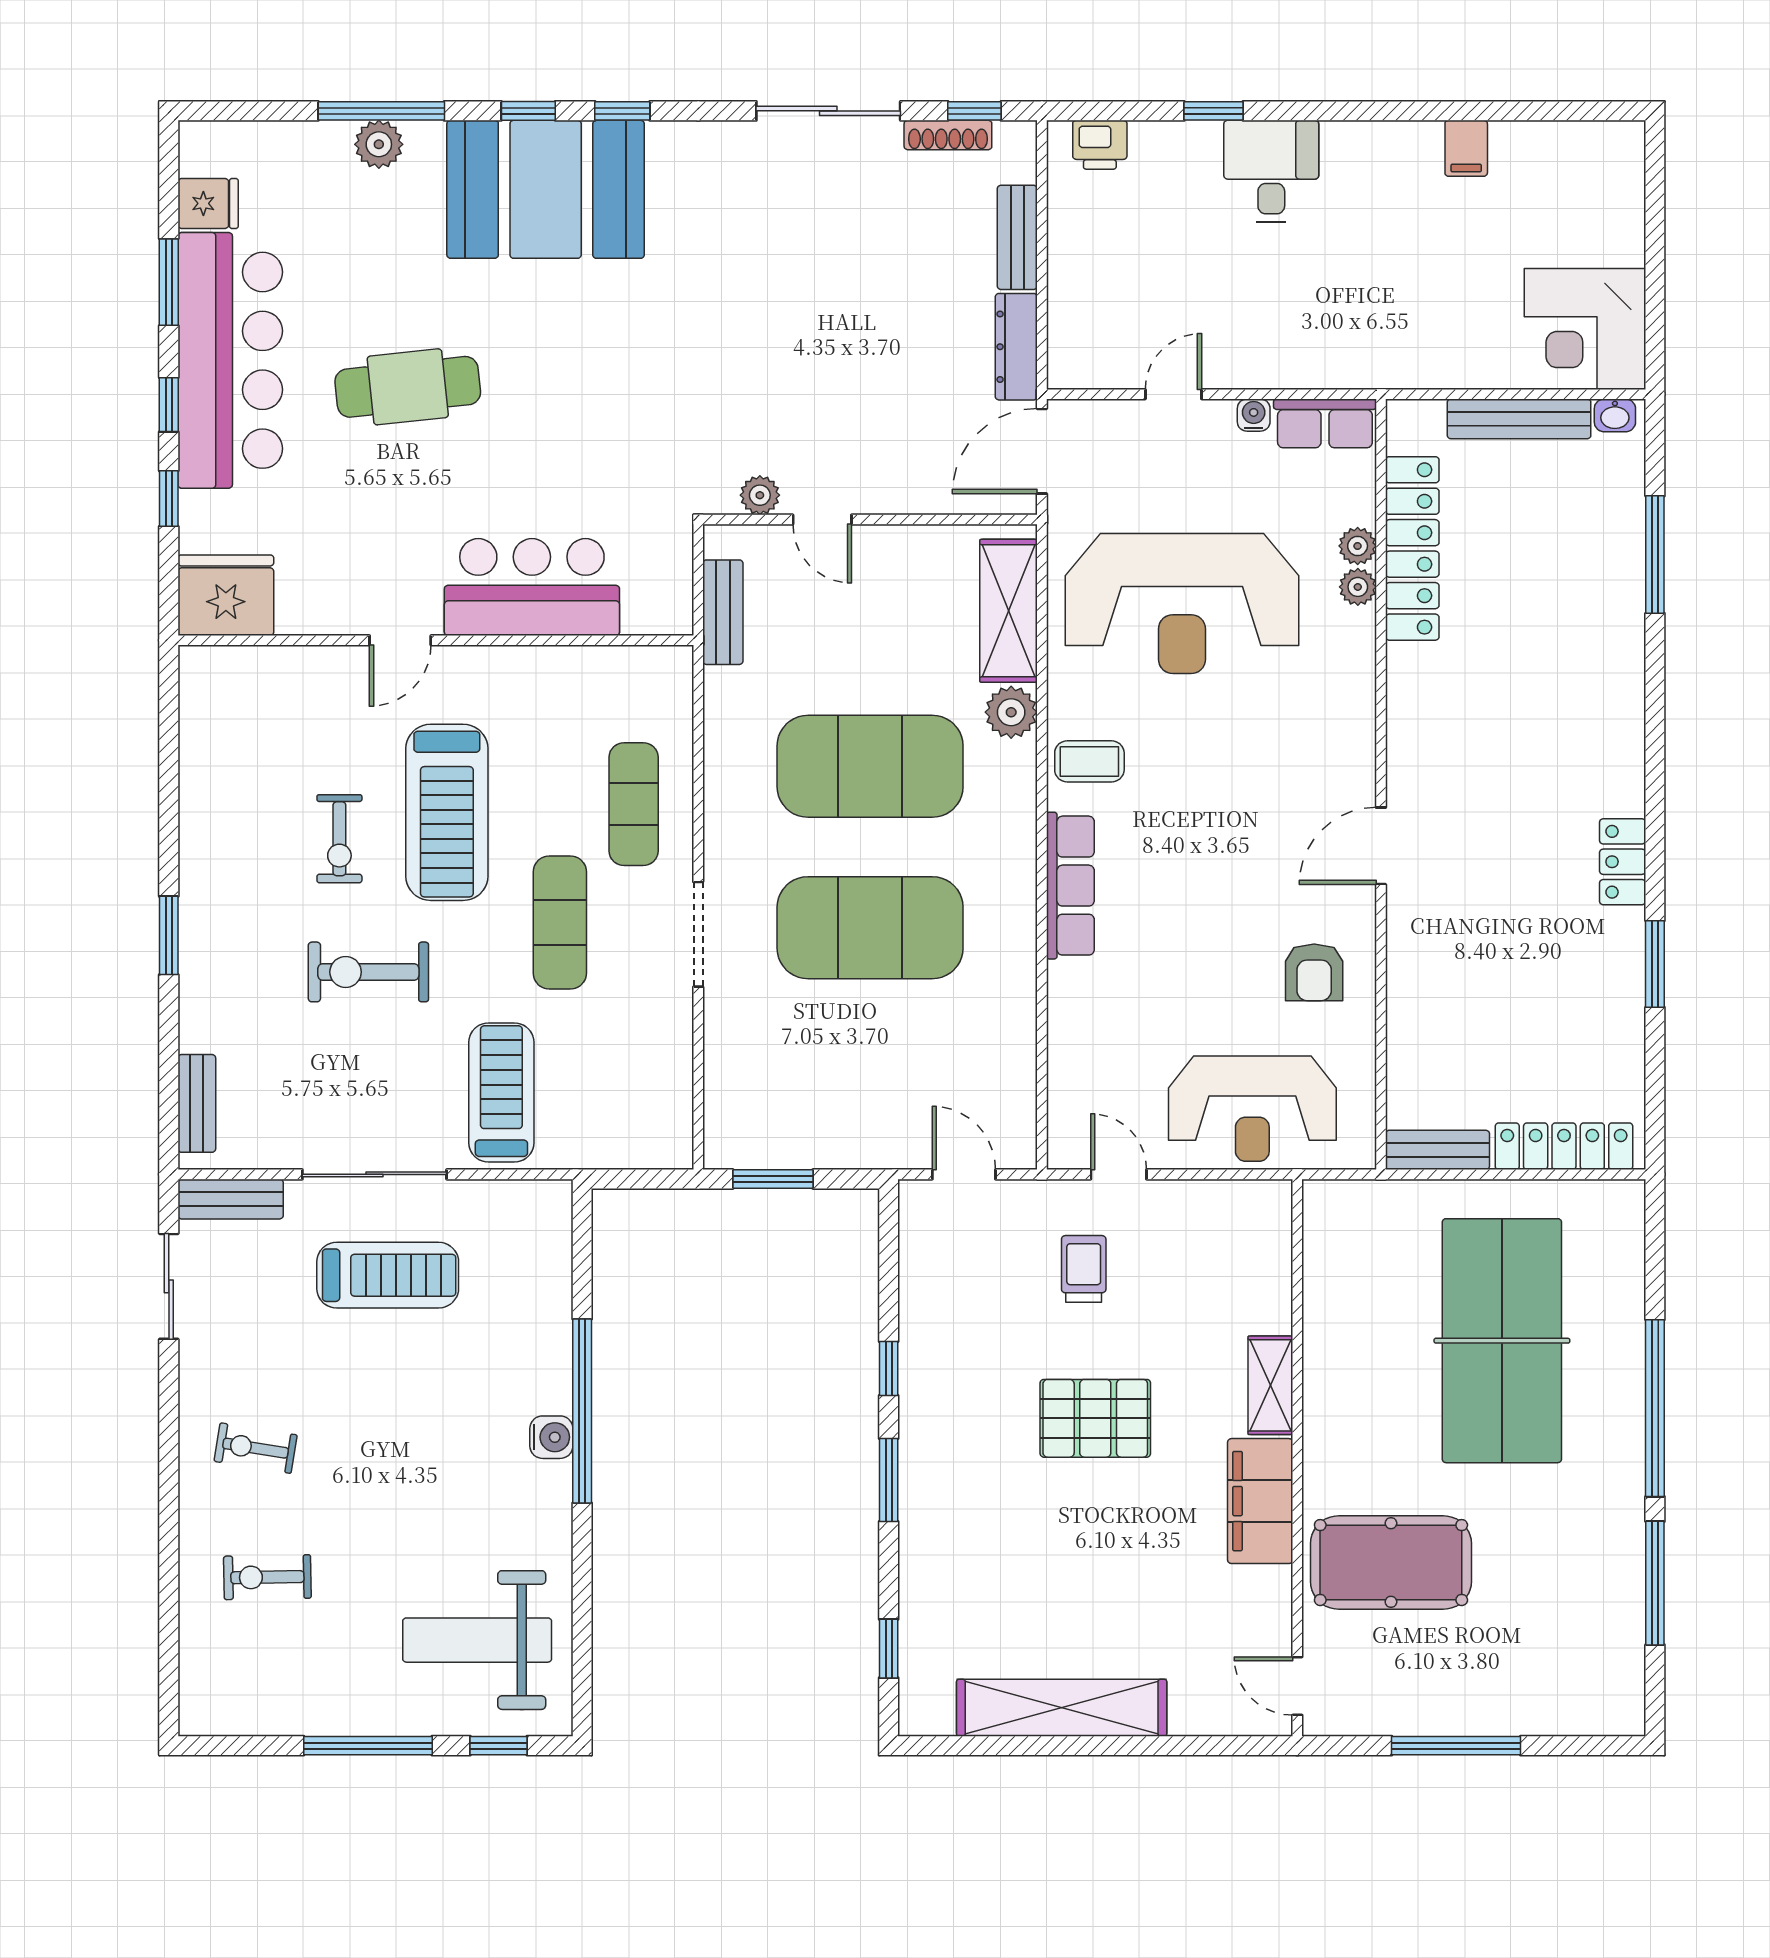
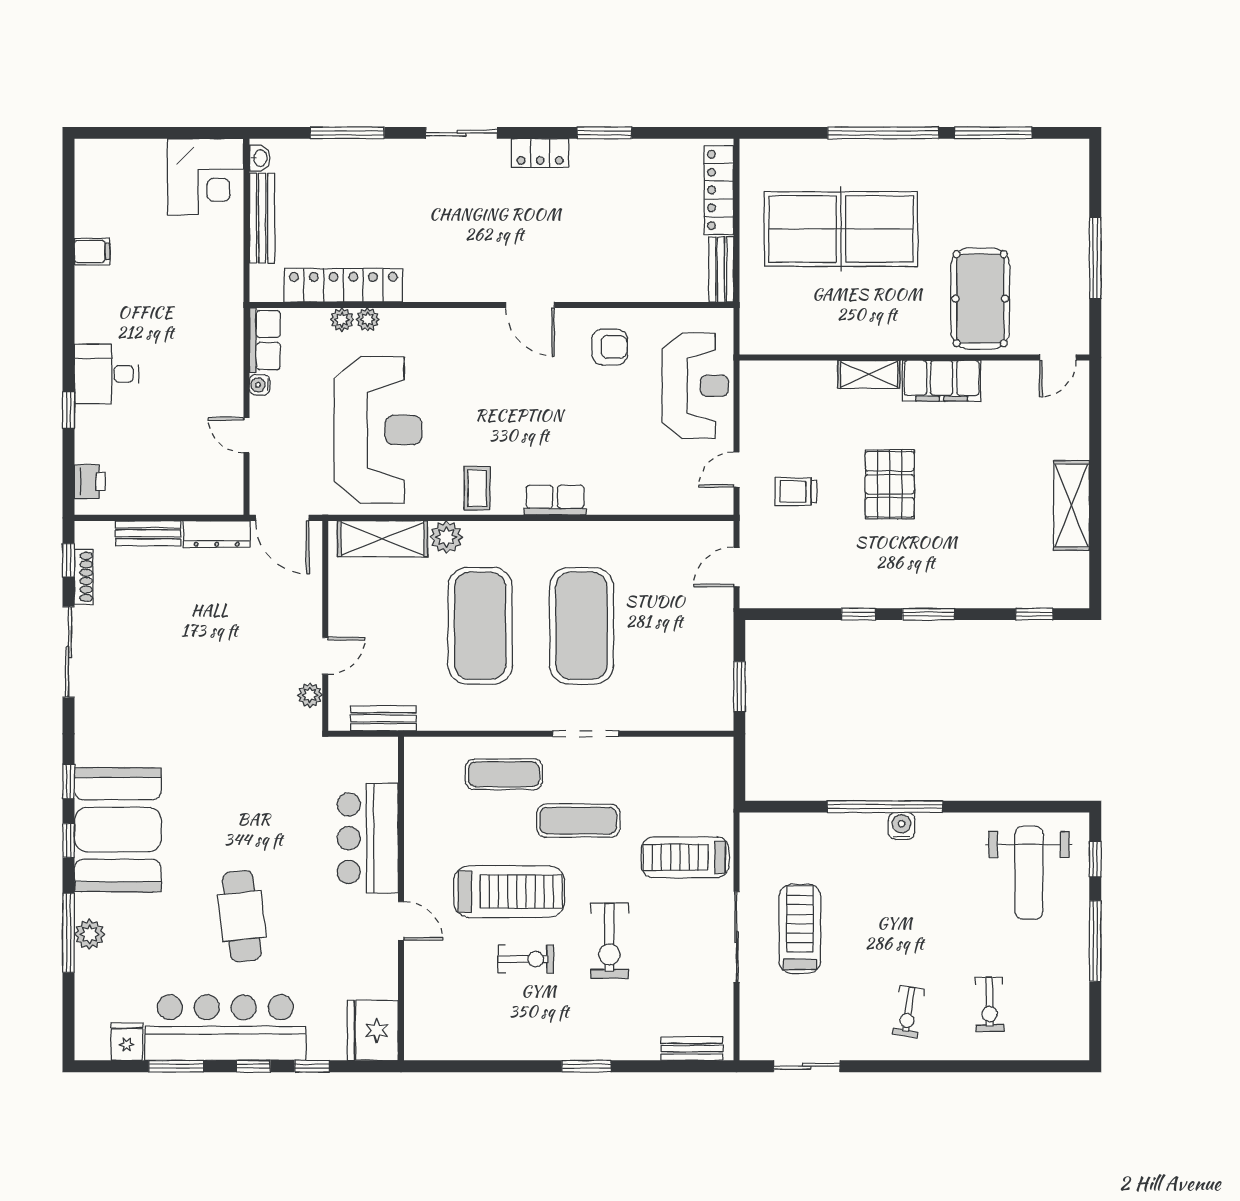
sliding door: (1655, 737) -> (462, 133), added
row of seats: (1070, 886) -> (555, 500), width x0.68
bench: (231, 1199) -> (752, 1027), removed
shelving: (1062, 1708) -> (1071, 505), width x0.68

